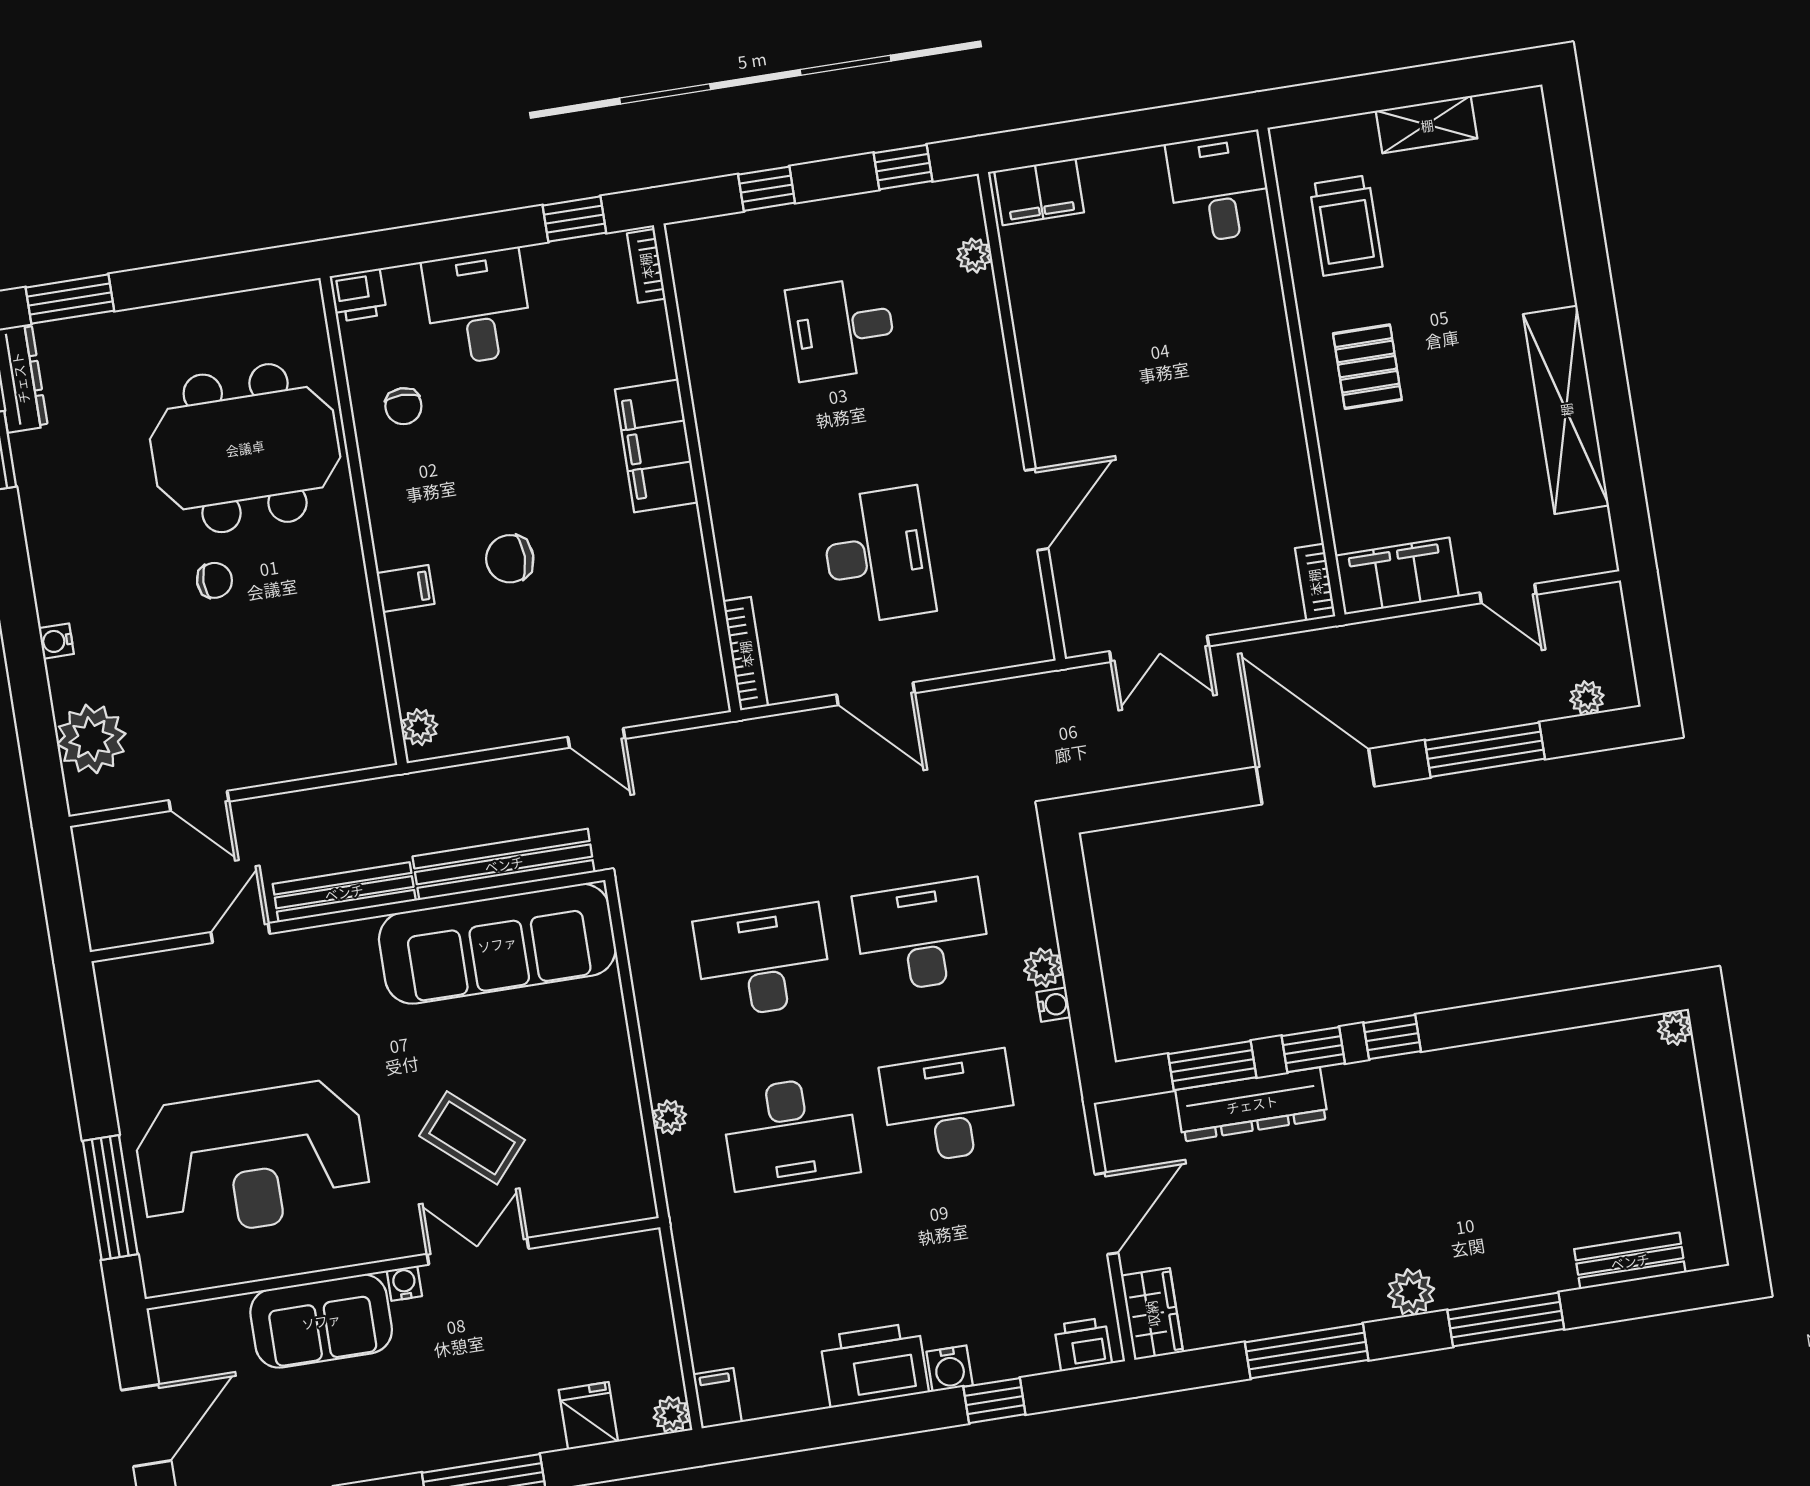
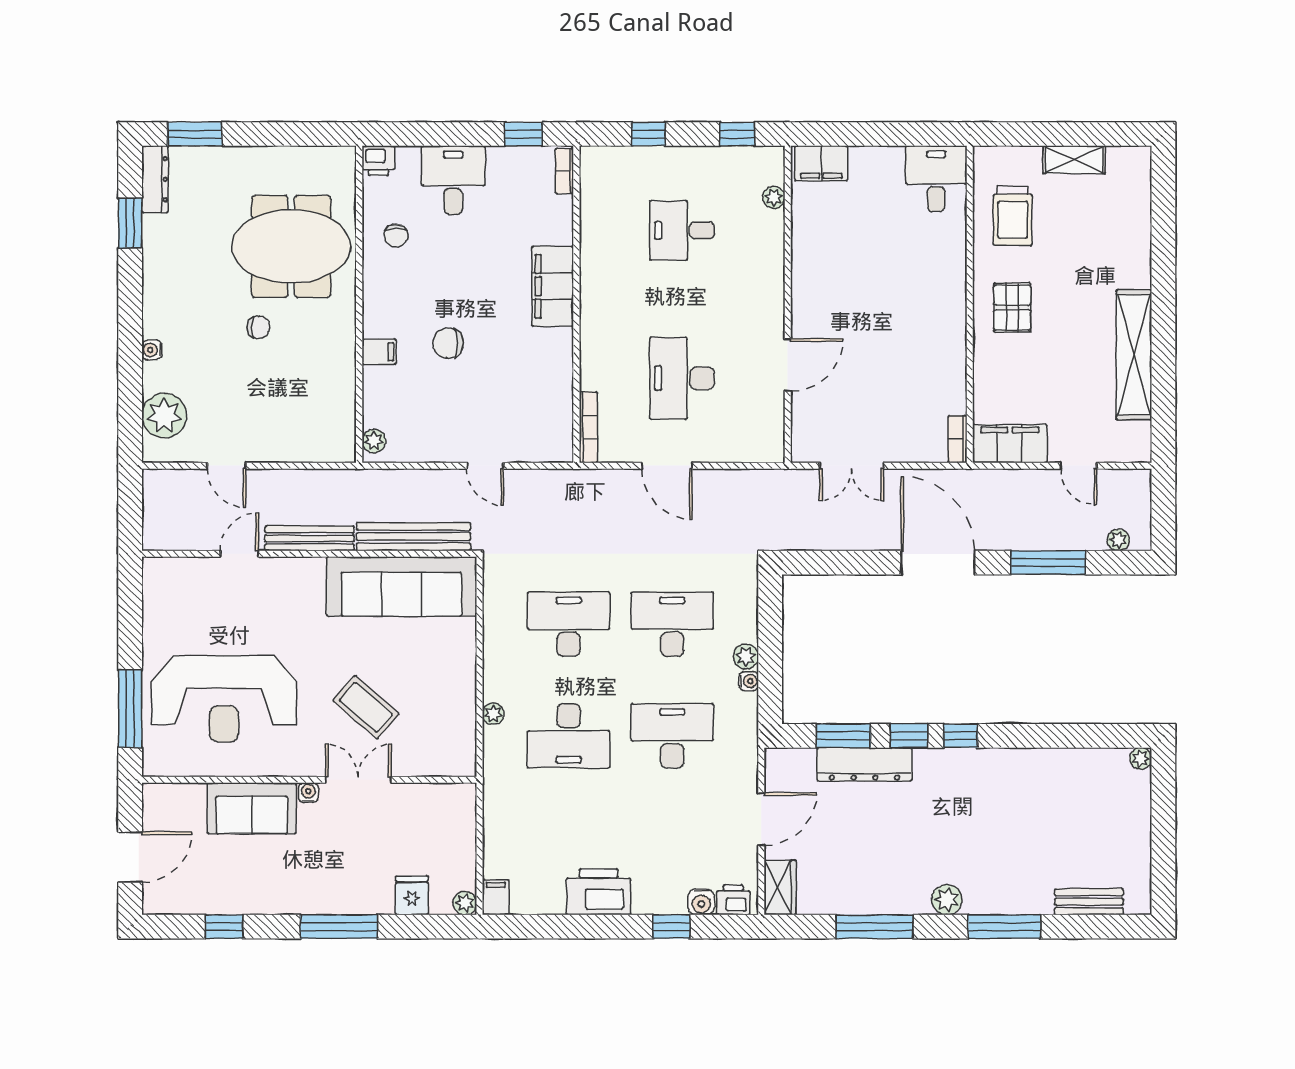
desk: (877, 556) -> (682, 378), turned 180
water cooler: (950, 1369) -> (701, 902), moved

